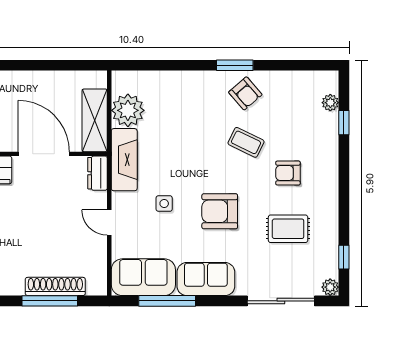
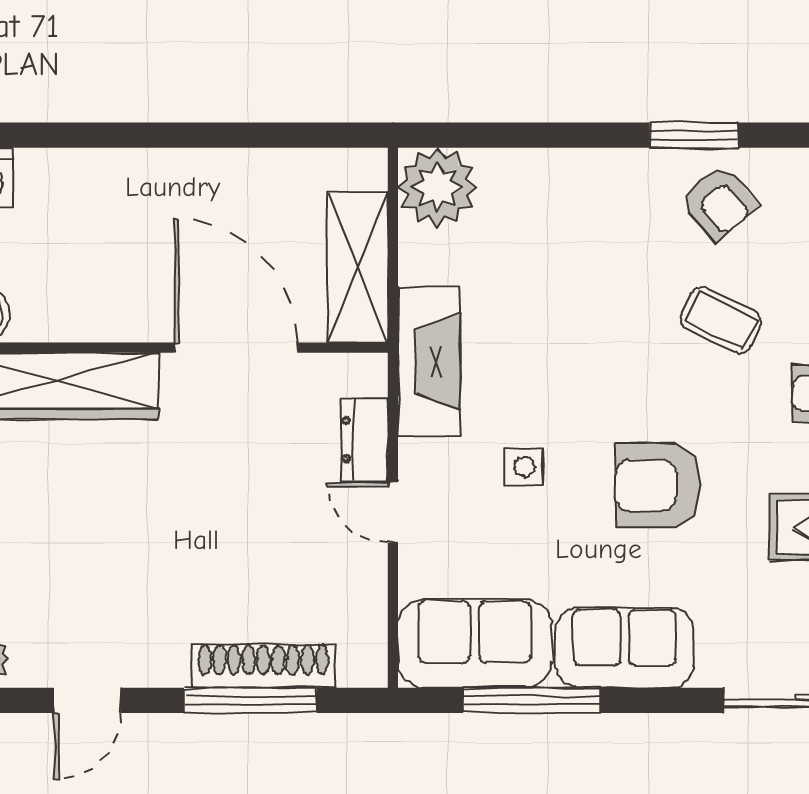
plant: (128, 110) -> (437, 187), moved
dresser: (98, 173) -> (365, 440), moved

